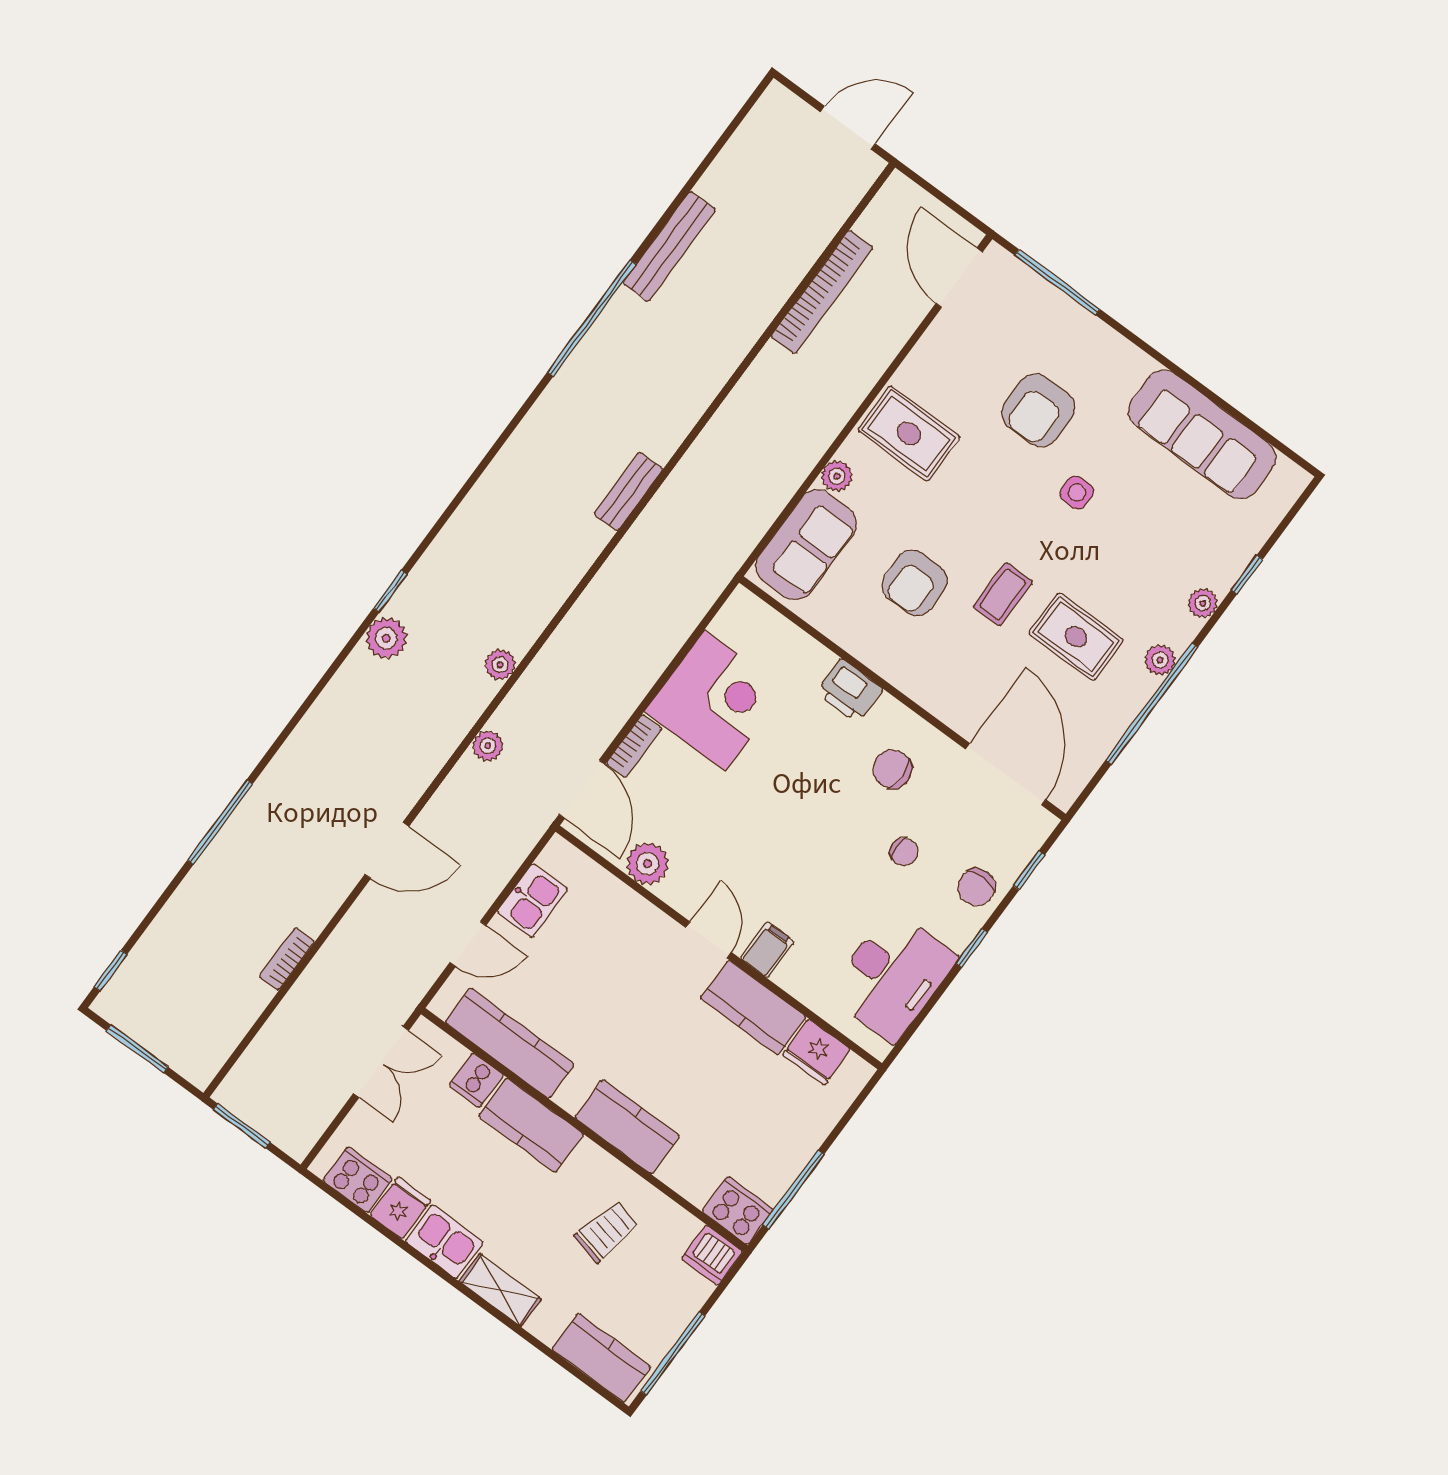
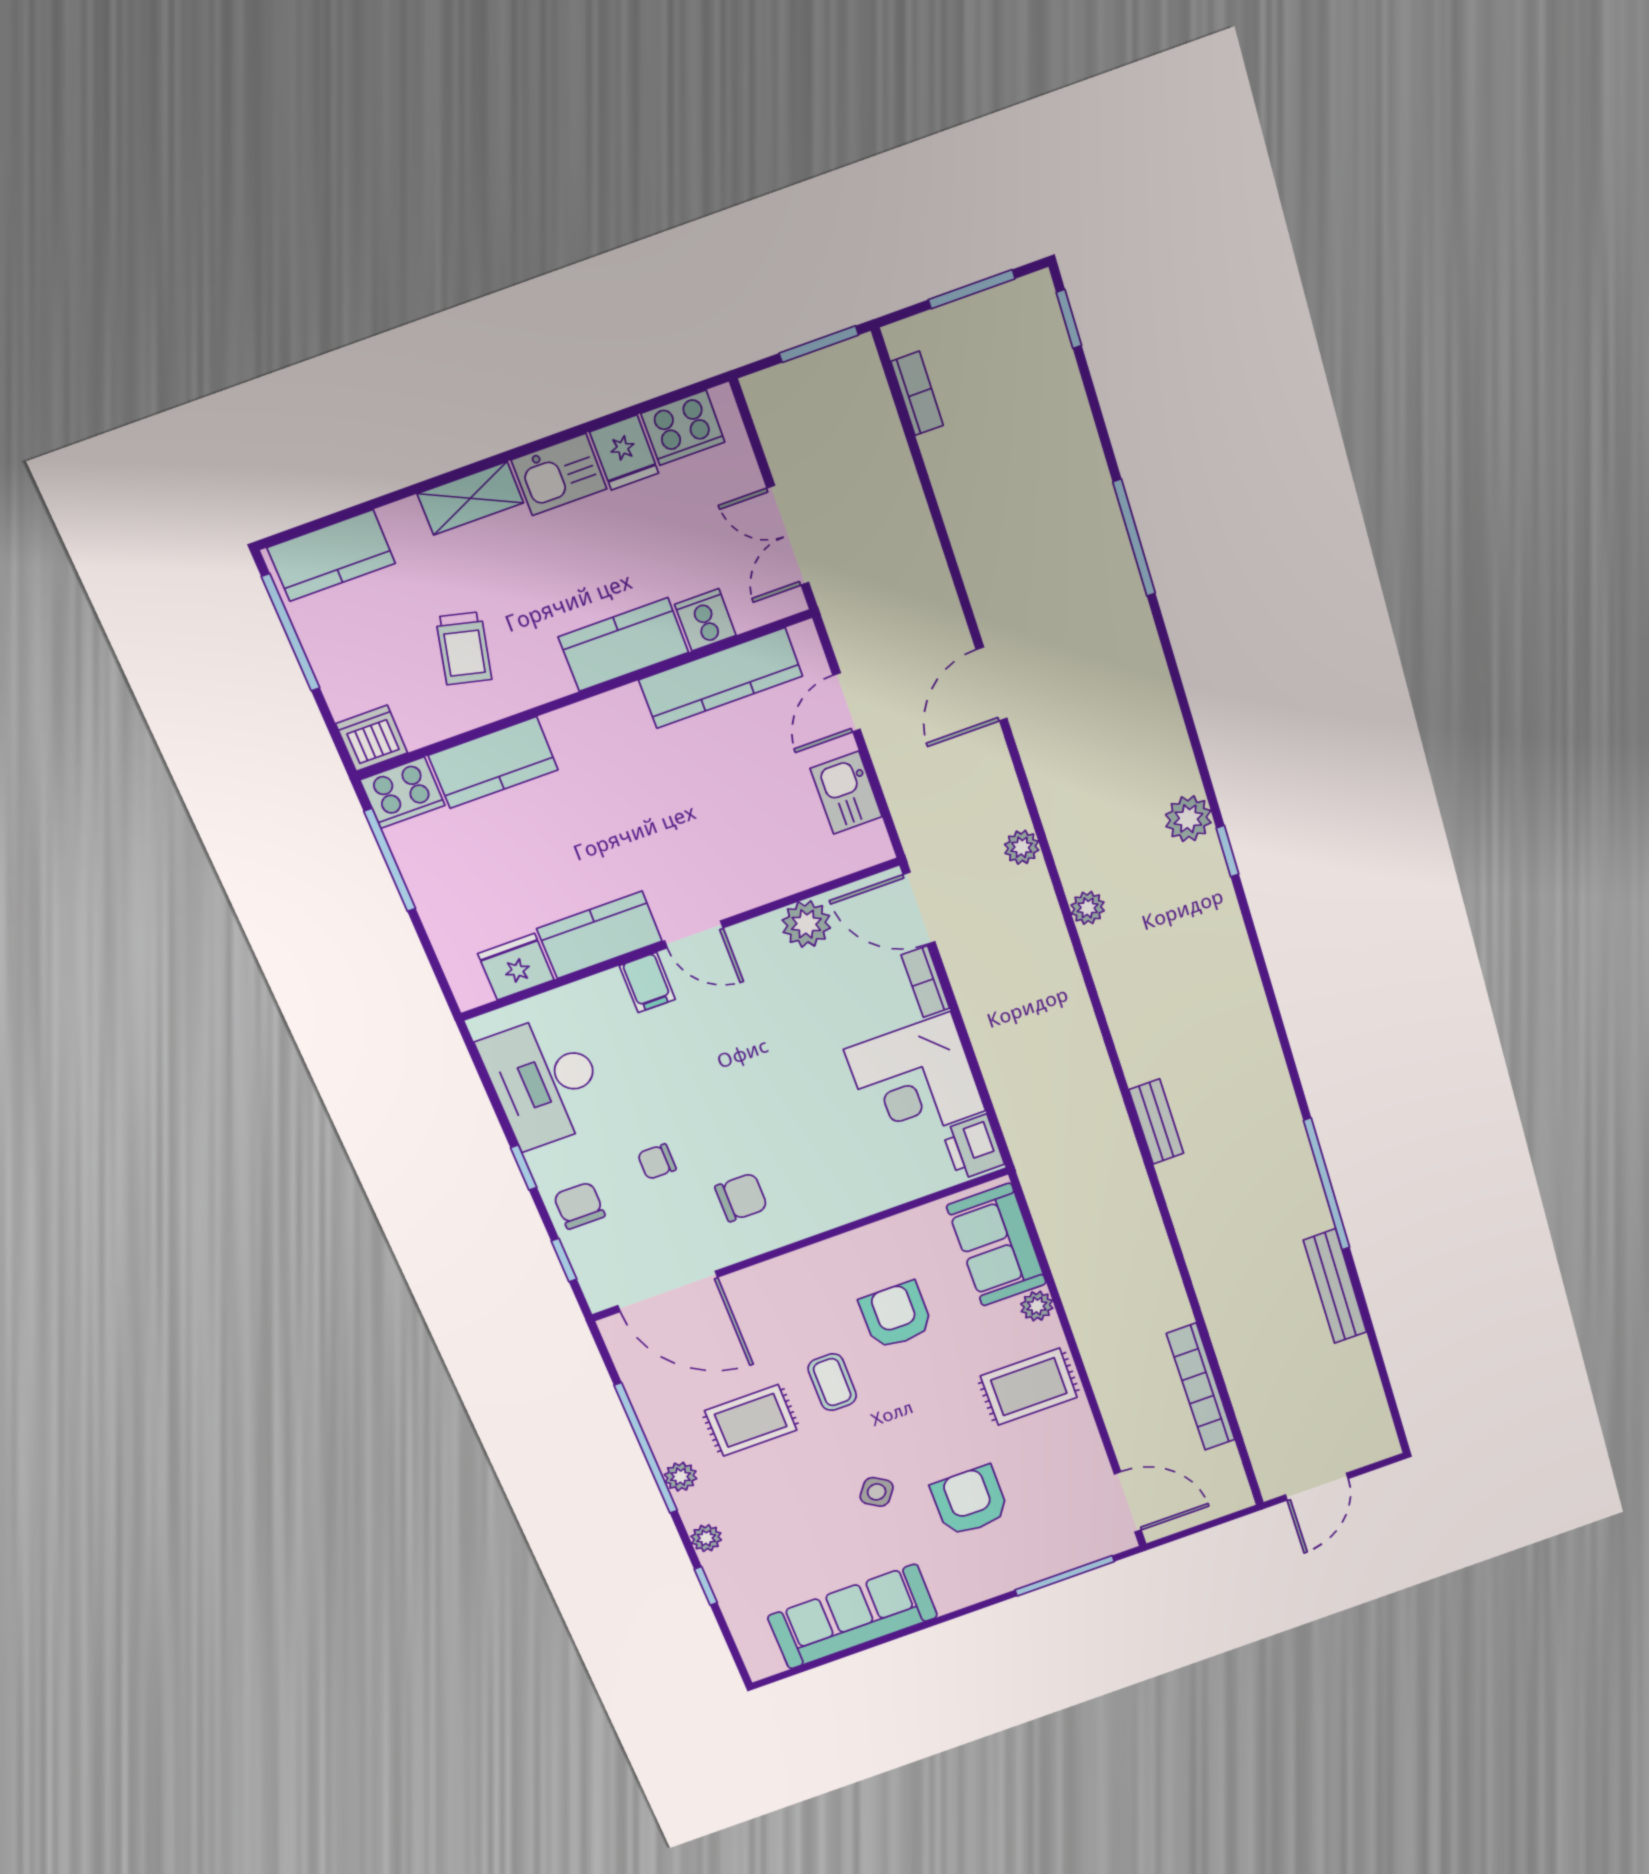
side table: (1077, 493) -> (877, 1492), turned 35
printer: (850, 691) -> (973, 1147), moved, turned -90
bookcase: (287, 959) -> (917, 393), moved
kitchen counter: (627, 1127) -> (493, 763), moved

